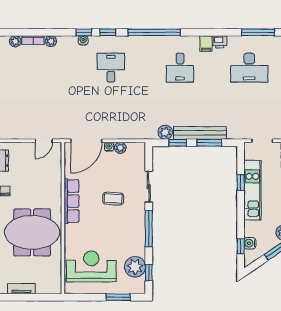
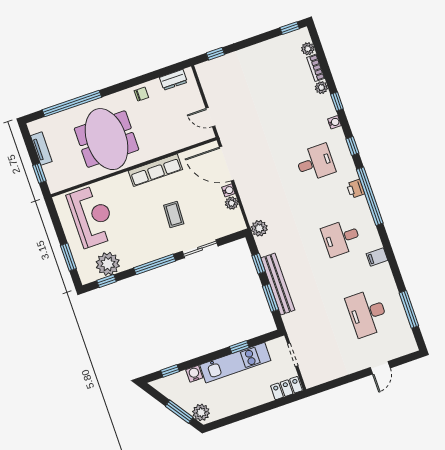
window: (84, 32) -> (337, 101), moved
printer: (220, 42) -> (356, 189), moved
plant: (165, 132) -> (259, 228), moved
water cooler: (250, 243) -> (194, 374), moved
window: (41, 297) -> (39, 173), added

